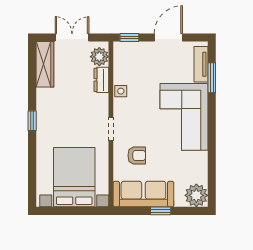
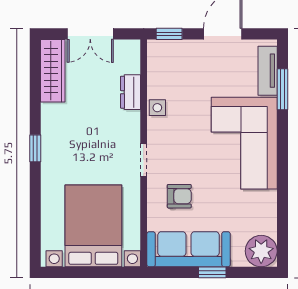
double door: (72, 37) -> (90, 34), swing flipped
plant: (99, 57) -> (128, 60), removed

